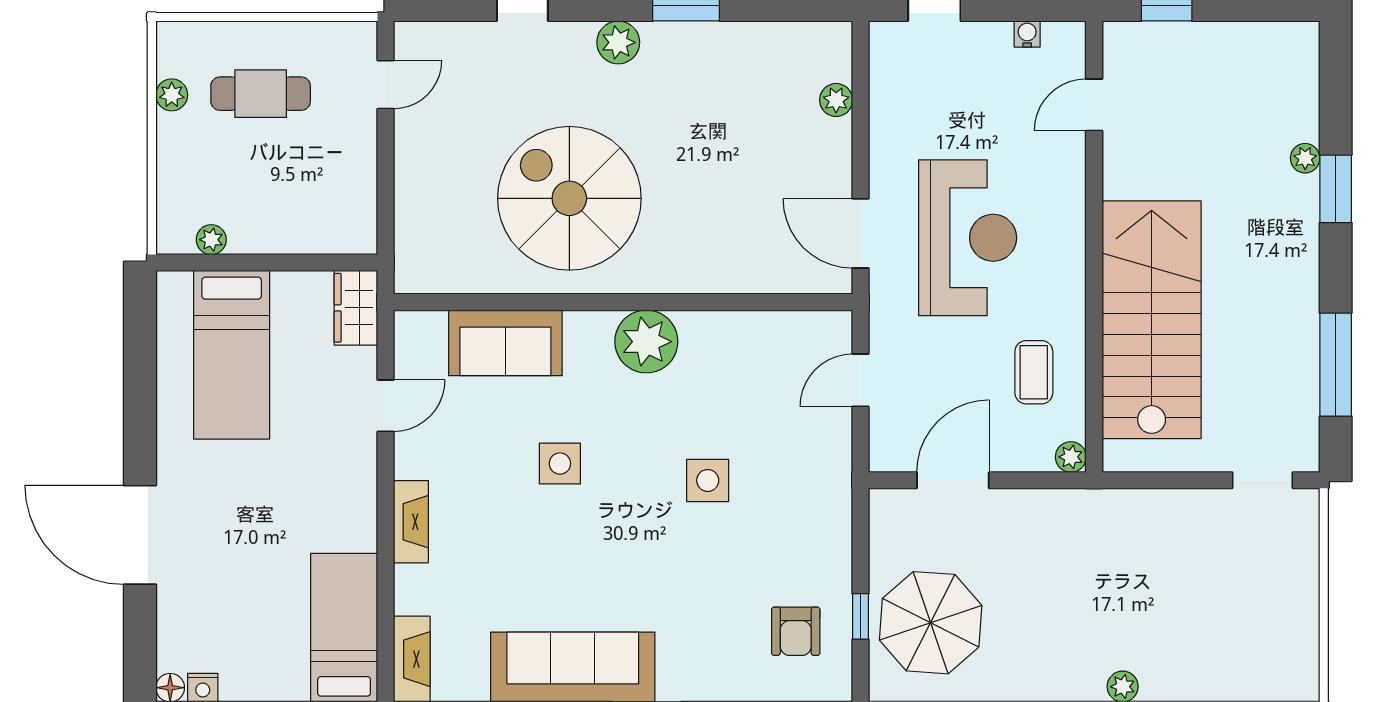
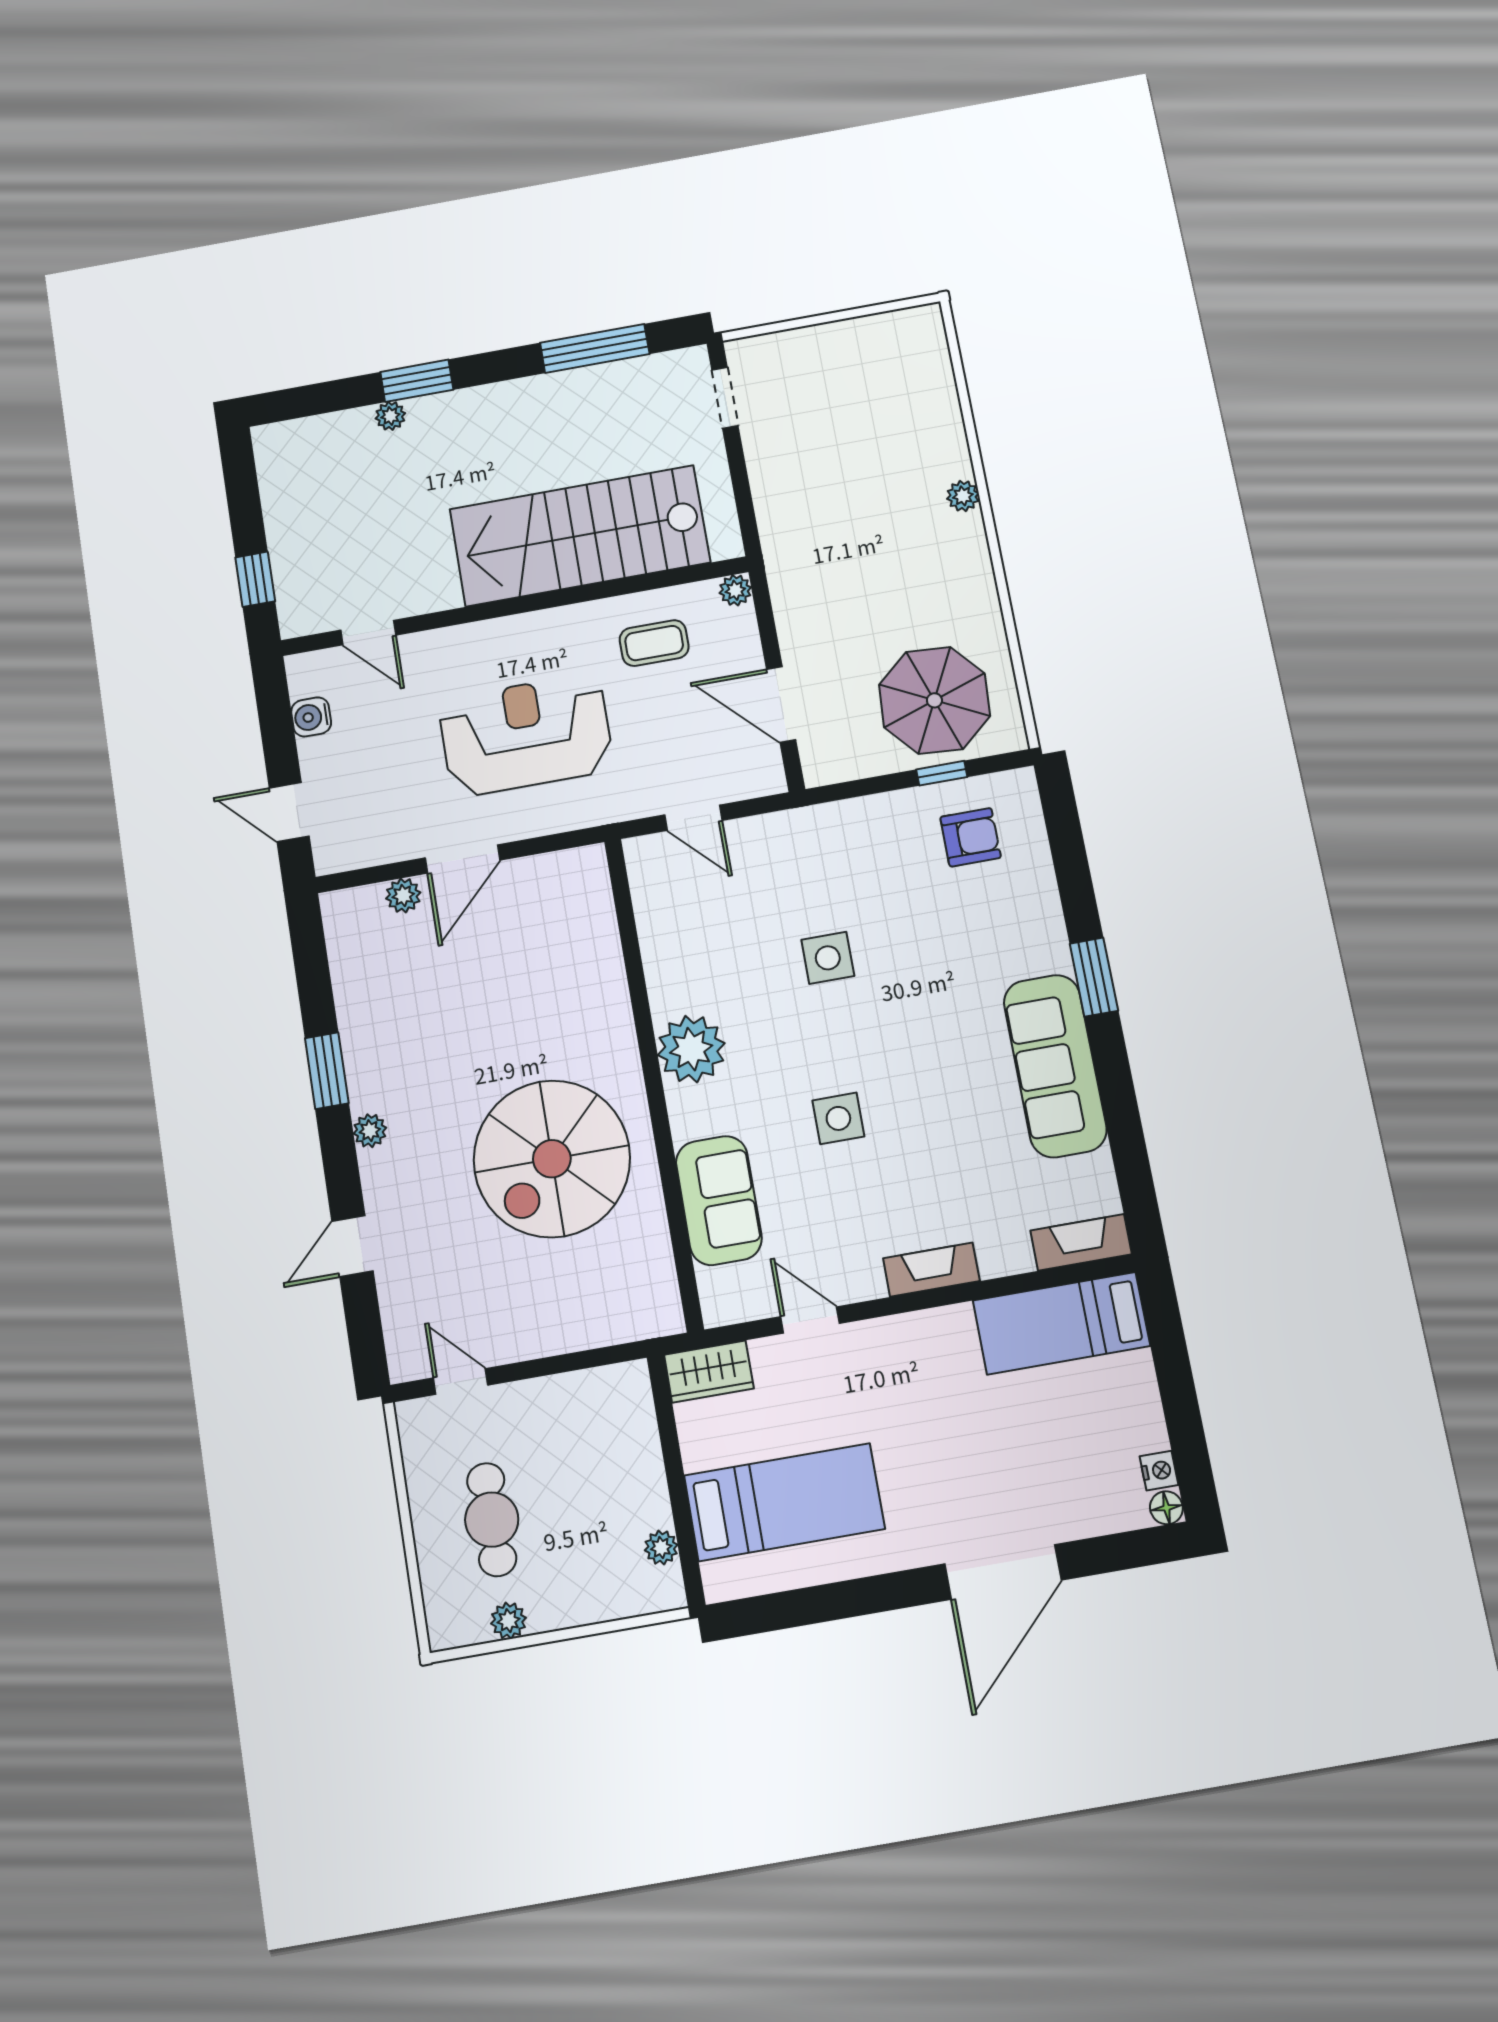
water cooler: (1027, 34) -> (311, 717), width x1.38, depth x1.38
plant: (618, 42) -> (370, 1131), width x0.73, depth x0.73
door: (861, 233) -> (462, 859), moved

